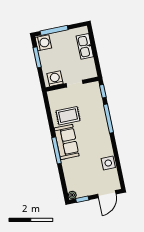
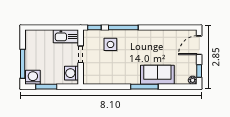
kitchen sink: (85, 46) -> (66, 36), moved
rug: (68, 116) -> (112, 68), removed
sofa: (67, 142) -> (157, 75), moved
side table: (108, 163) -> (110, 44), moved
door: (107, 194) -> (199, 45), swing flipped

